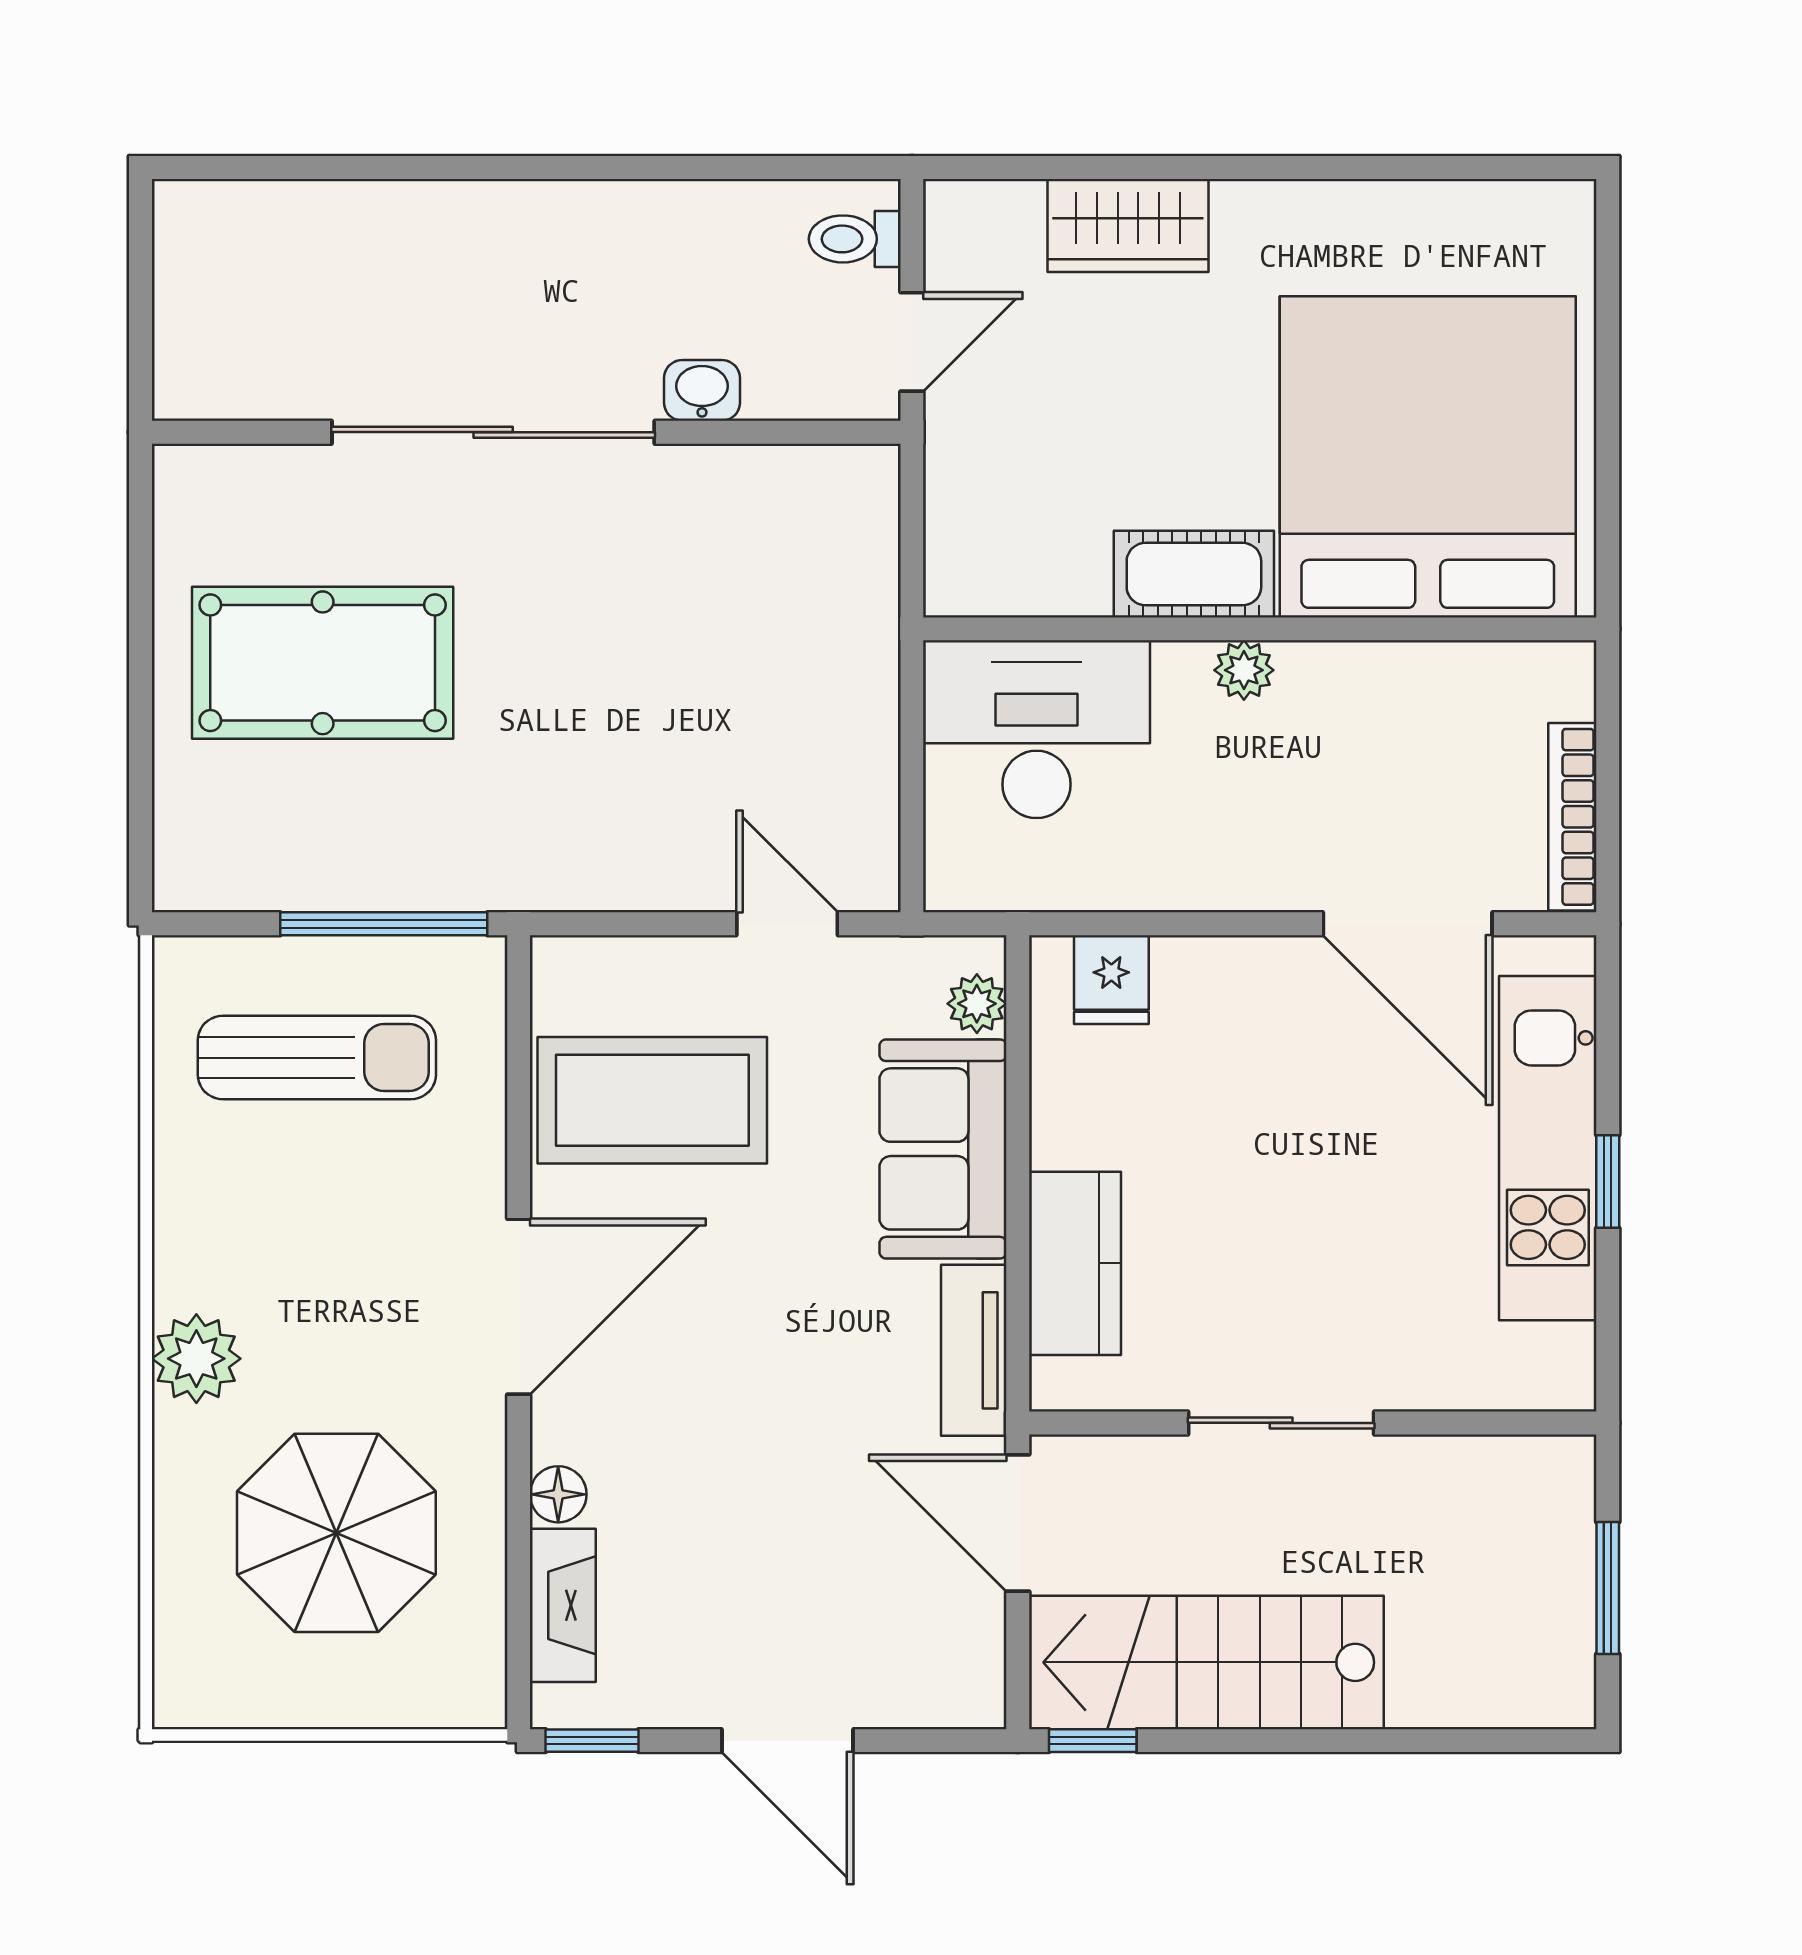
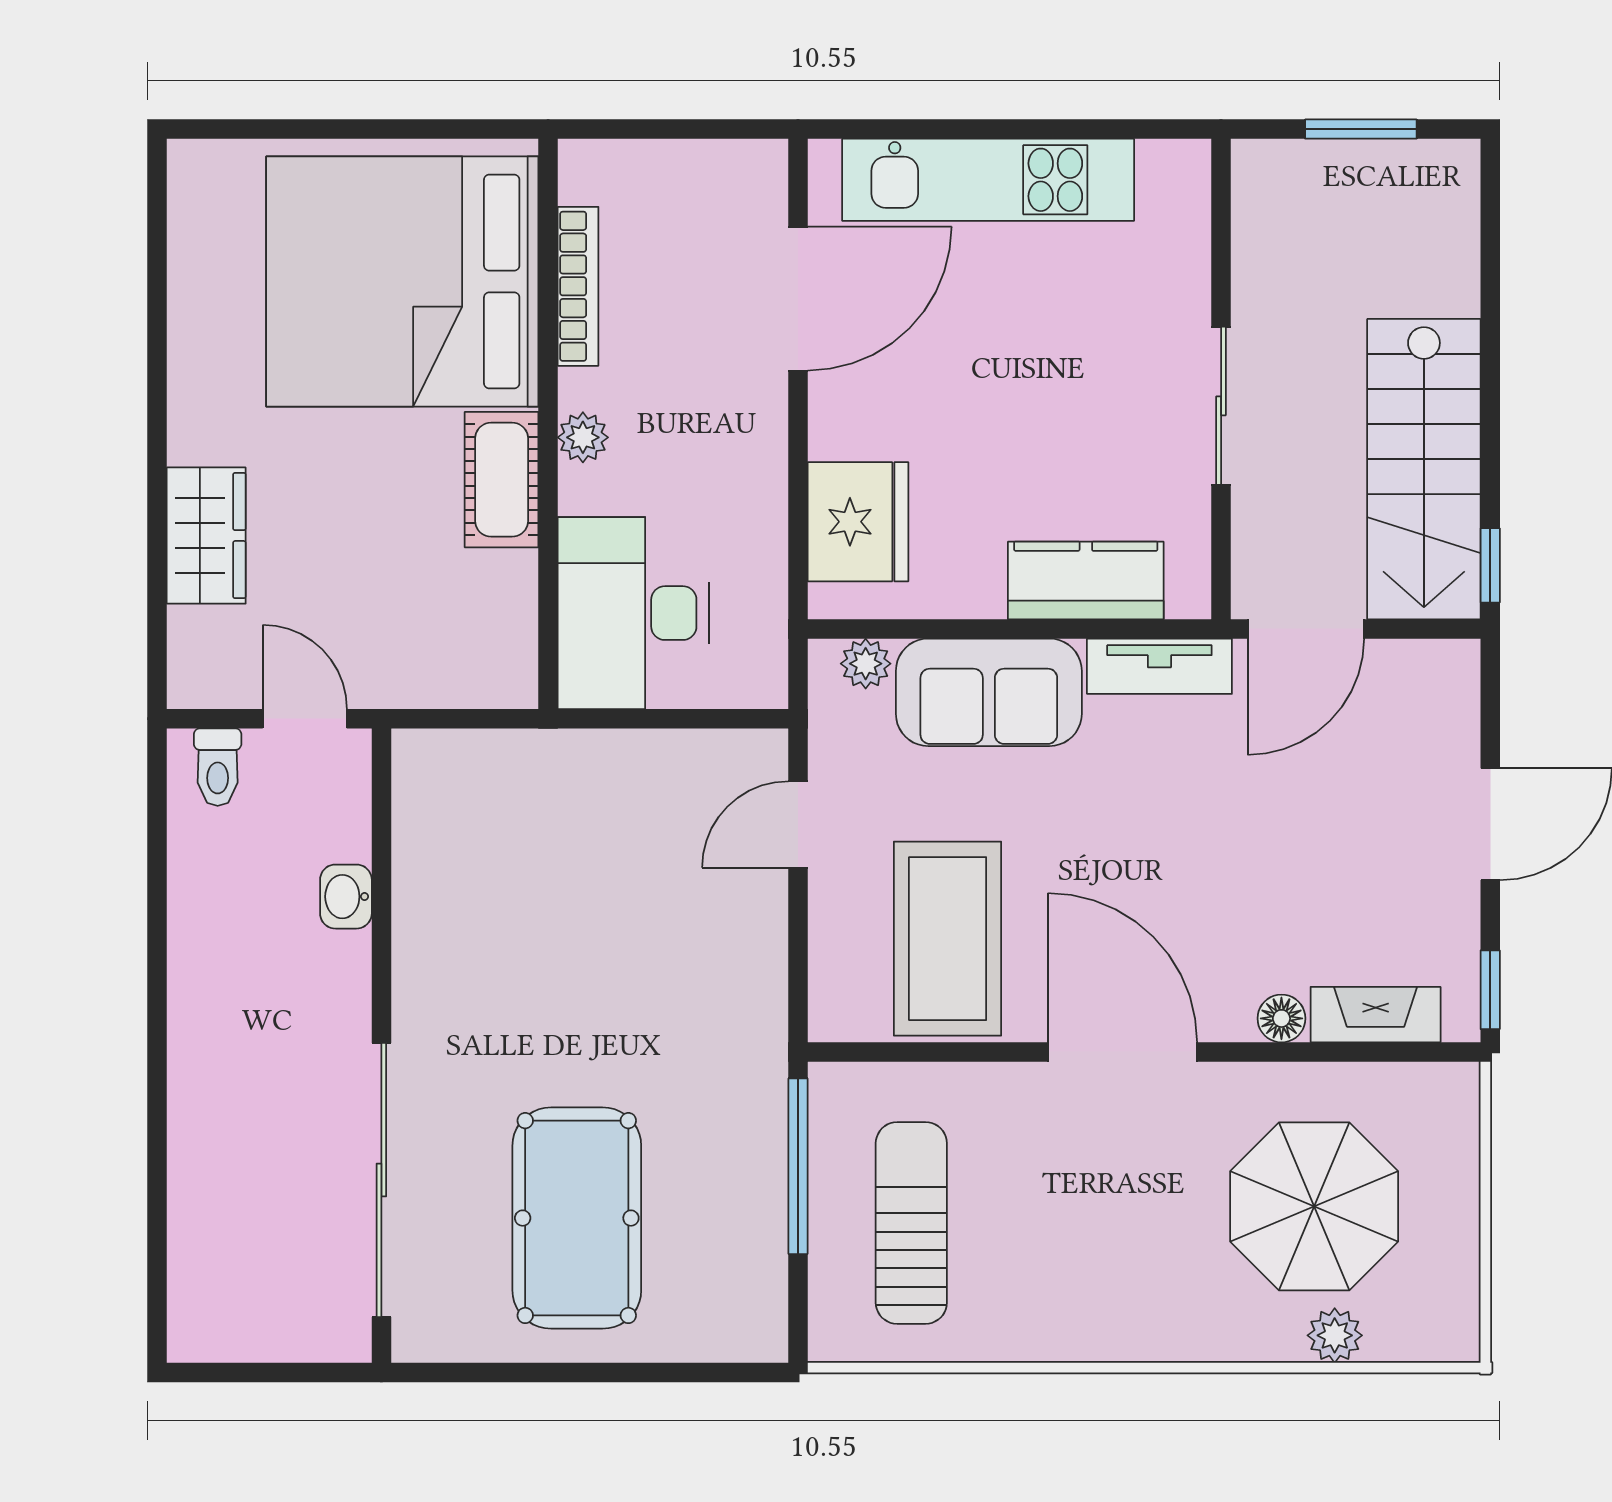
sliding door: (493, 432) -> (381, 1180), moved
bookcase: (1572, 817) -> (578, 286), moved, turned -90
fridge: (1111, 980) -> (858, 522), width x1.88, depth x1.34
window: (1608, 1181) -> (1016, 129), removed
plant: (196, 1359) -> (1335, 1335), moved, width x0.73, depth x0.73

